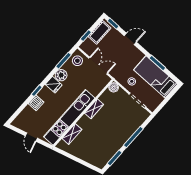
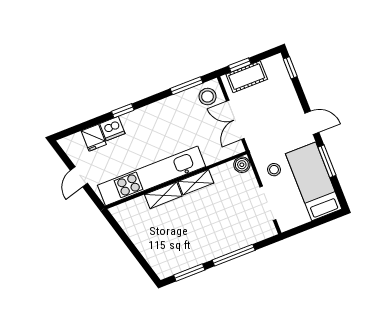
cot: (100, 32) -> (247, 77), moved
door: (130, 39) -> (312, 123), moved
double door: (98, 66) -> (235, 120), swing flipped
plant: (61, 75) -> (172, 106), removed
fridge: (54, 85) -> (94, 138), moved
shelving: (72, 134) -> (163, 195), moved

